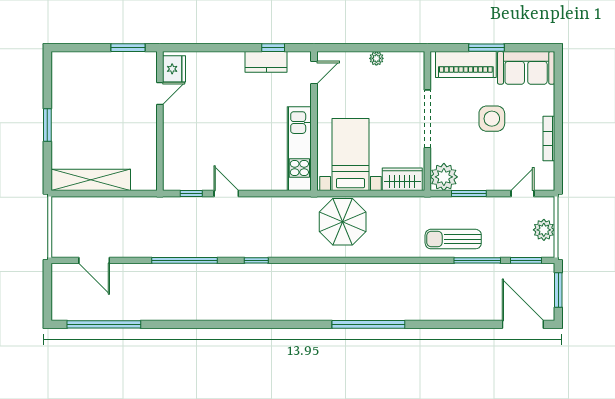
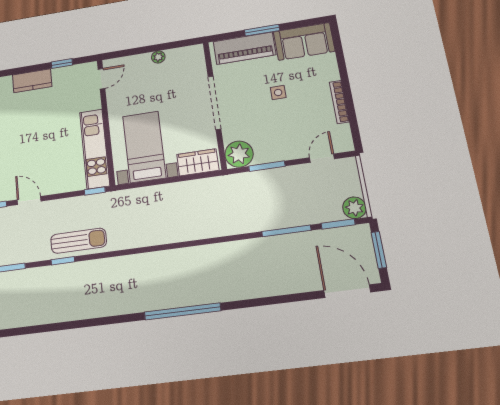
kitchen counter: (266, 62) -> (32, 81), moved
side table: (492, 119) -> (278, 93), width x0.54, depth x0.54
window: (295, 194) -> (95, 191), added
parasol: (343, 222) -> (144, 211), removed
plant: (544, 230) -> (354, 208), moved
sun lounger: (453, 239) -> (79, 241), moved, turned 180

